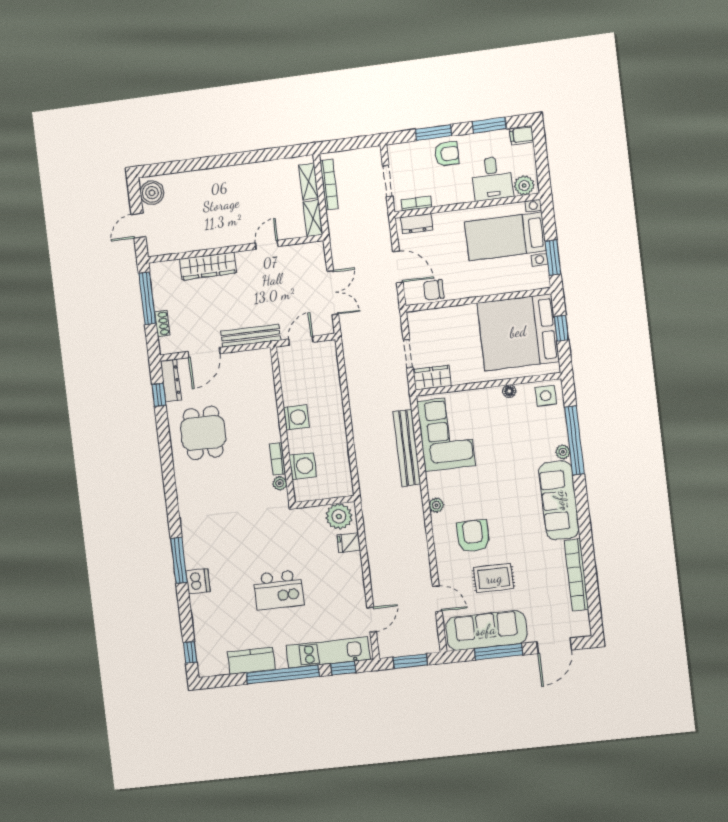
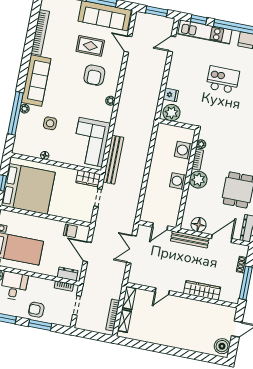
floor lamp: (245, 362) -> (199, 225), added
side table: (546, 396) -> (50, 123), moved
plant: (267, 429) -> (198, 180), added
bench: (407, 448) -> (113, 160), moved

